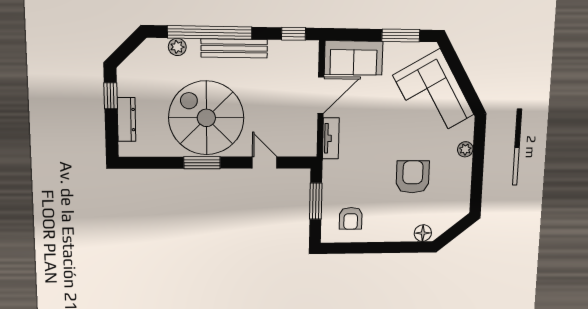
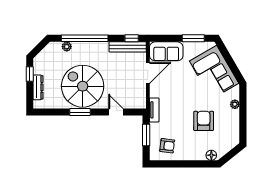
bench: (234, 48) -> (128, 47), moved
tv unit: (331, 138) -> (154, 110), moved
armchair: (351, 218) -> (167, 146), turned -83

